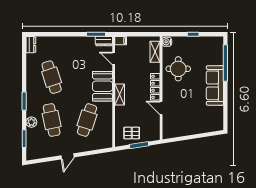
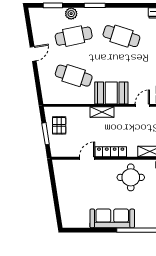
cafe table: (52, 77) -> (121, 36), turned 36
door: (68, 156) -> (33, 54), swing flipped

